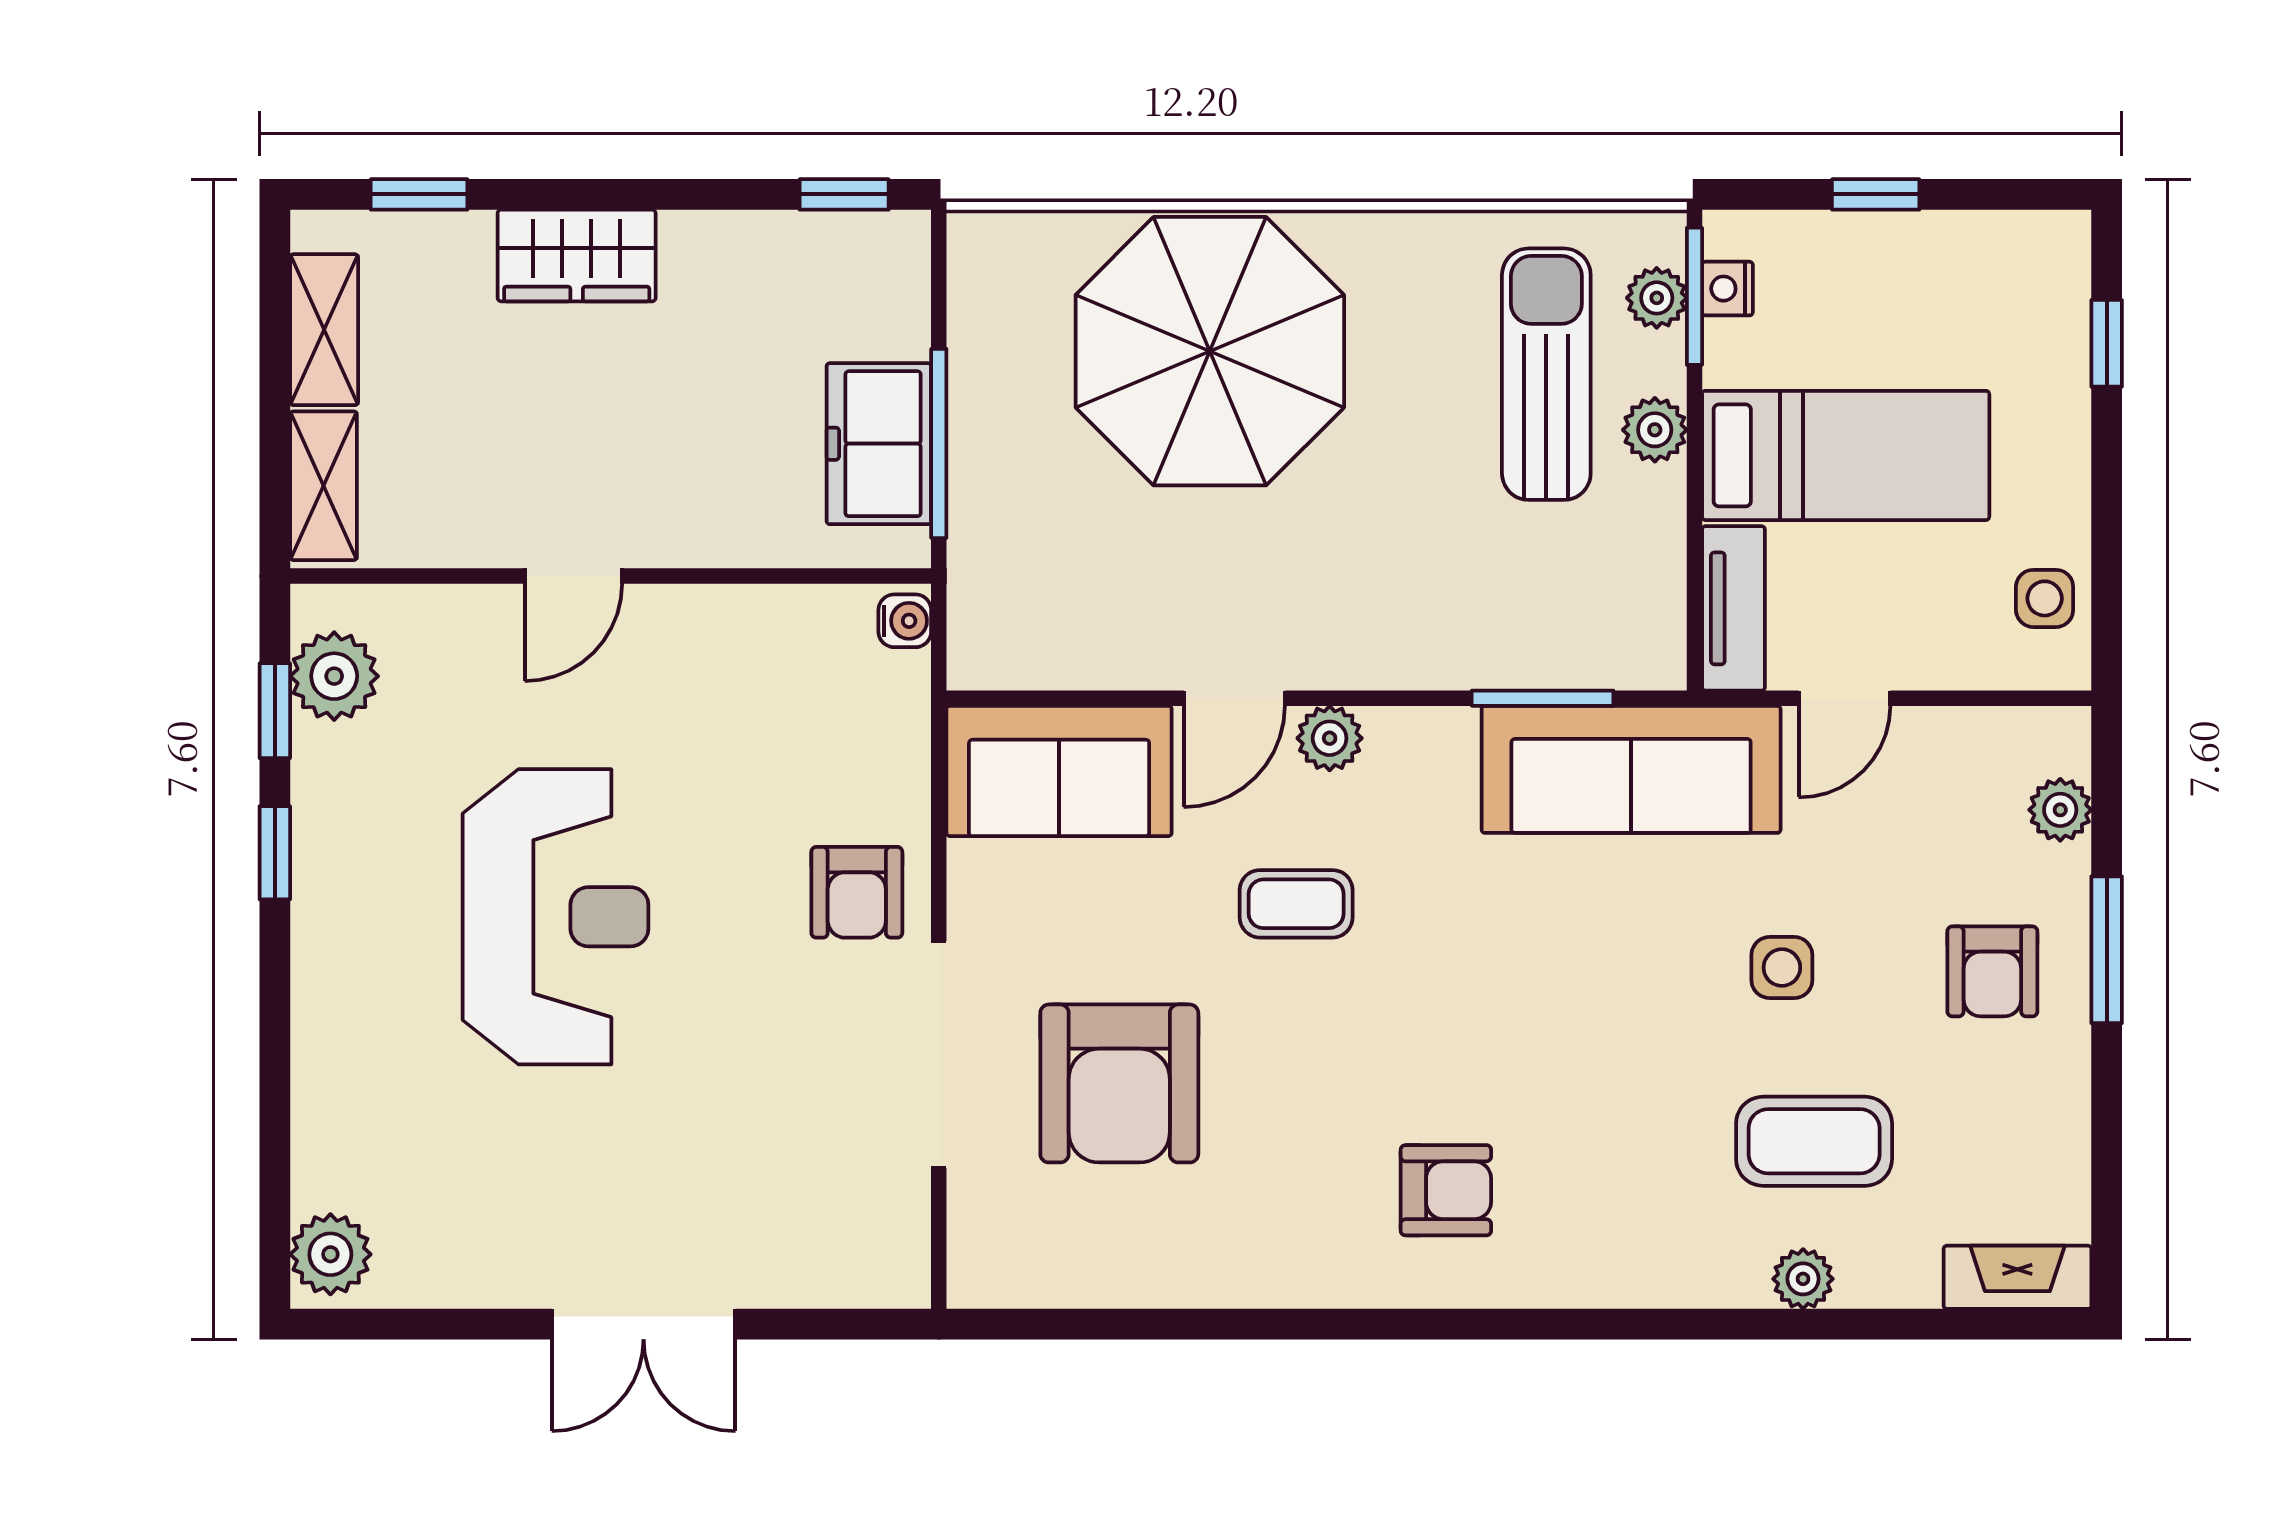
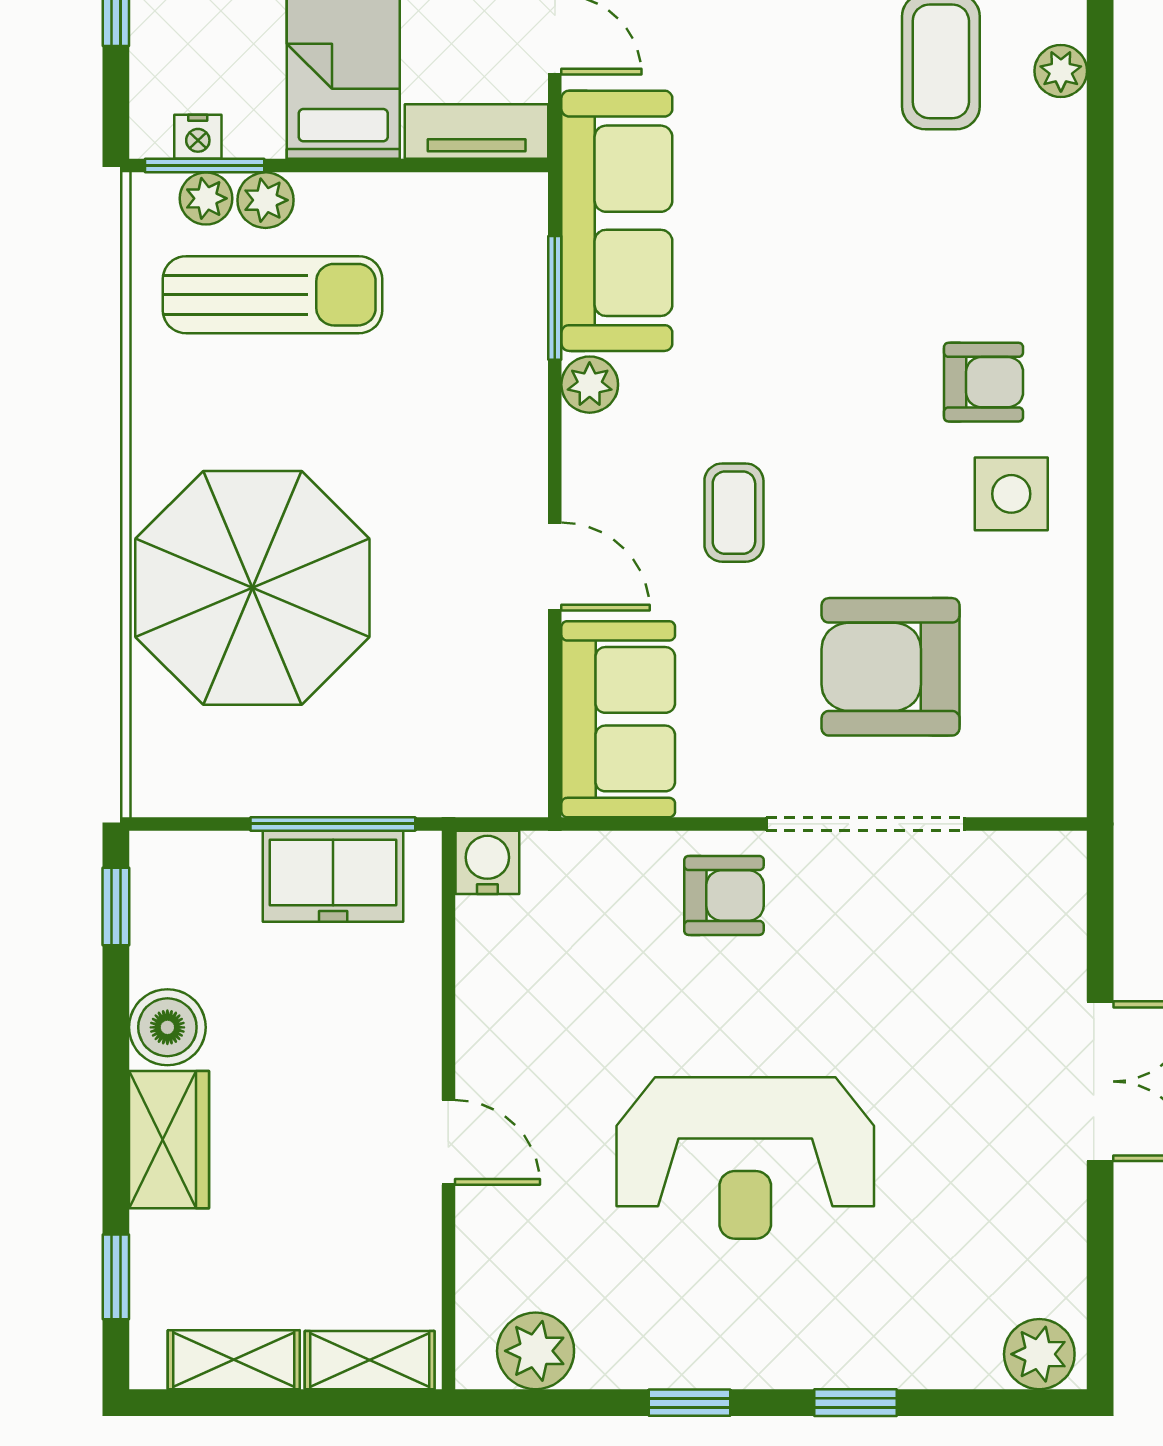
boiler: (706, 254) -> (167, 1027), added
sun lounger: (1546, 374) -> (272, 295), turned 180
plant: (1655, 430) -> (265, 200), moved
water cooler: (905, 621) -> (487, 862), width x1.38, depth x1.38
window: (275, 711) -> (856, 1403), moved
plant: (1330, 738) -> (590, 385), moved
reception desk: (556, 917) -> (745, 1158), turned 180
side table: (1782, 968) -> (1011, 494), moved, width x1.37, depth x1.37
armchair: (1119, 1083) -> (891, 667), turned 180
armchair: (1446, 1190) -> (984, 382), turned 90

